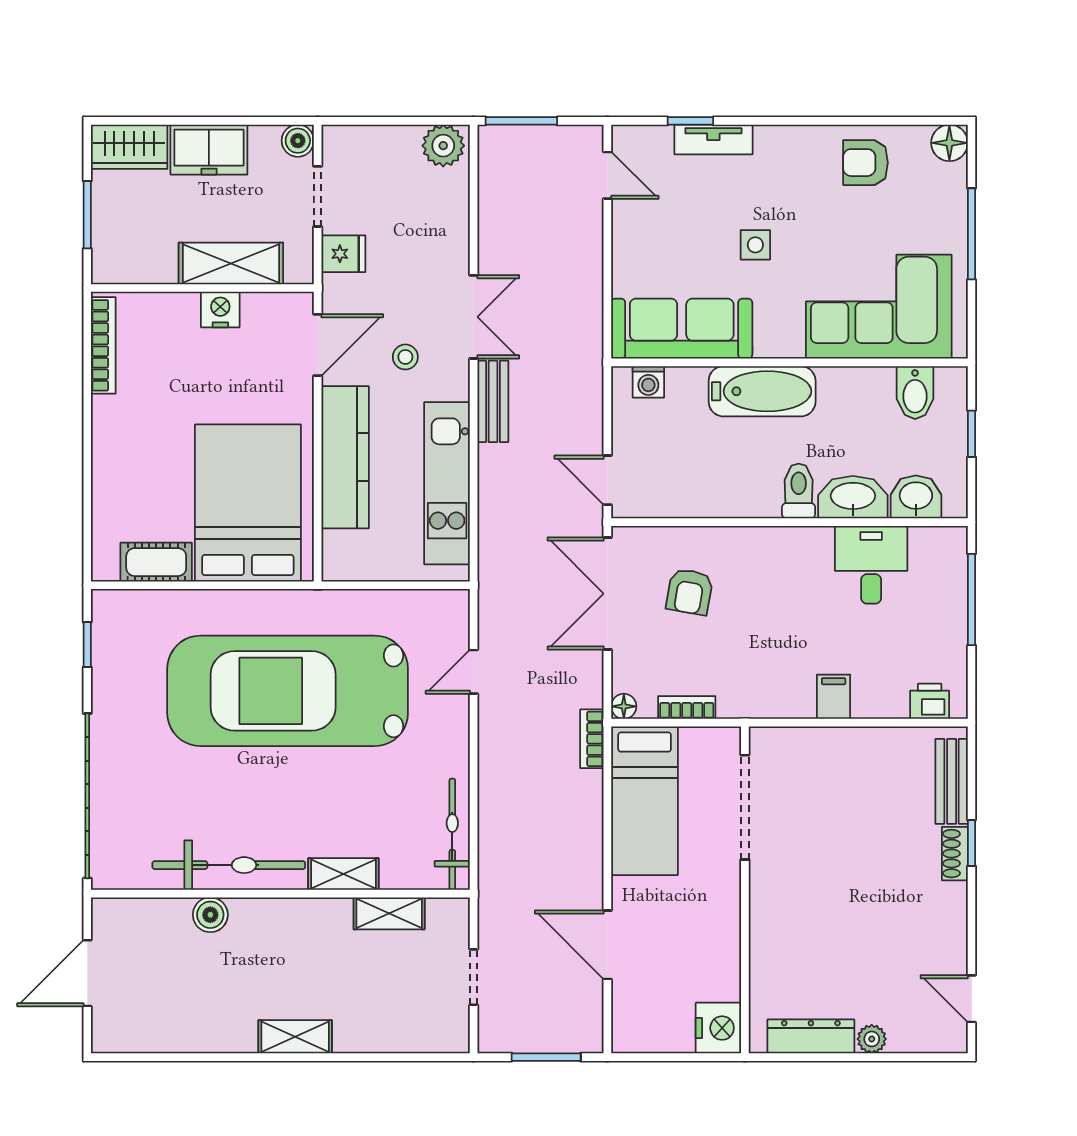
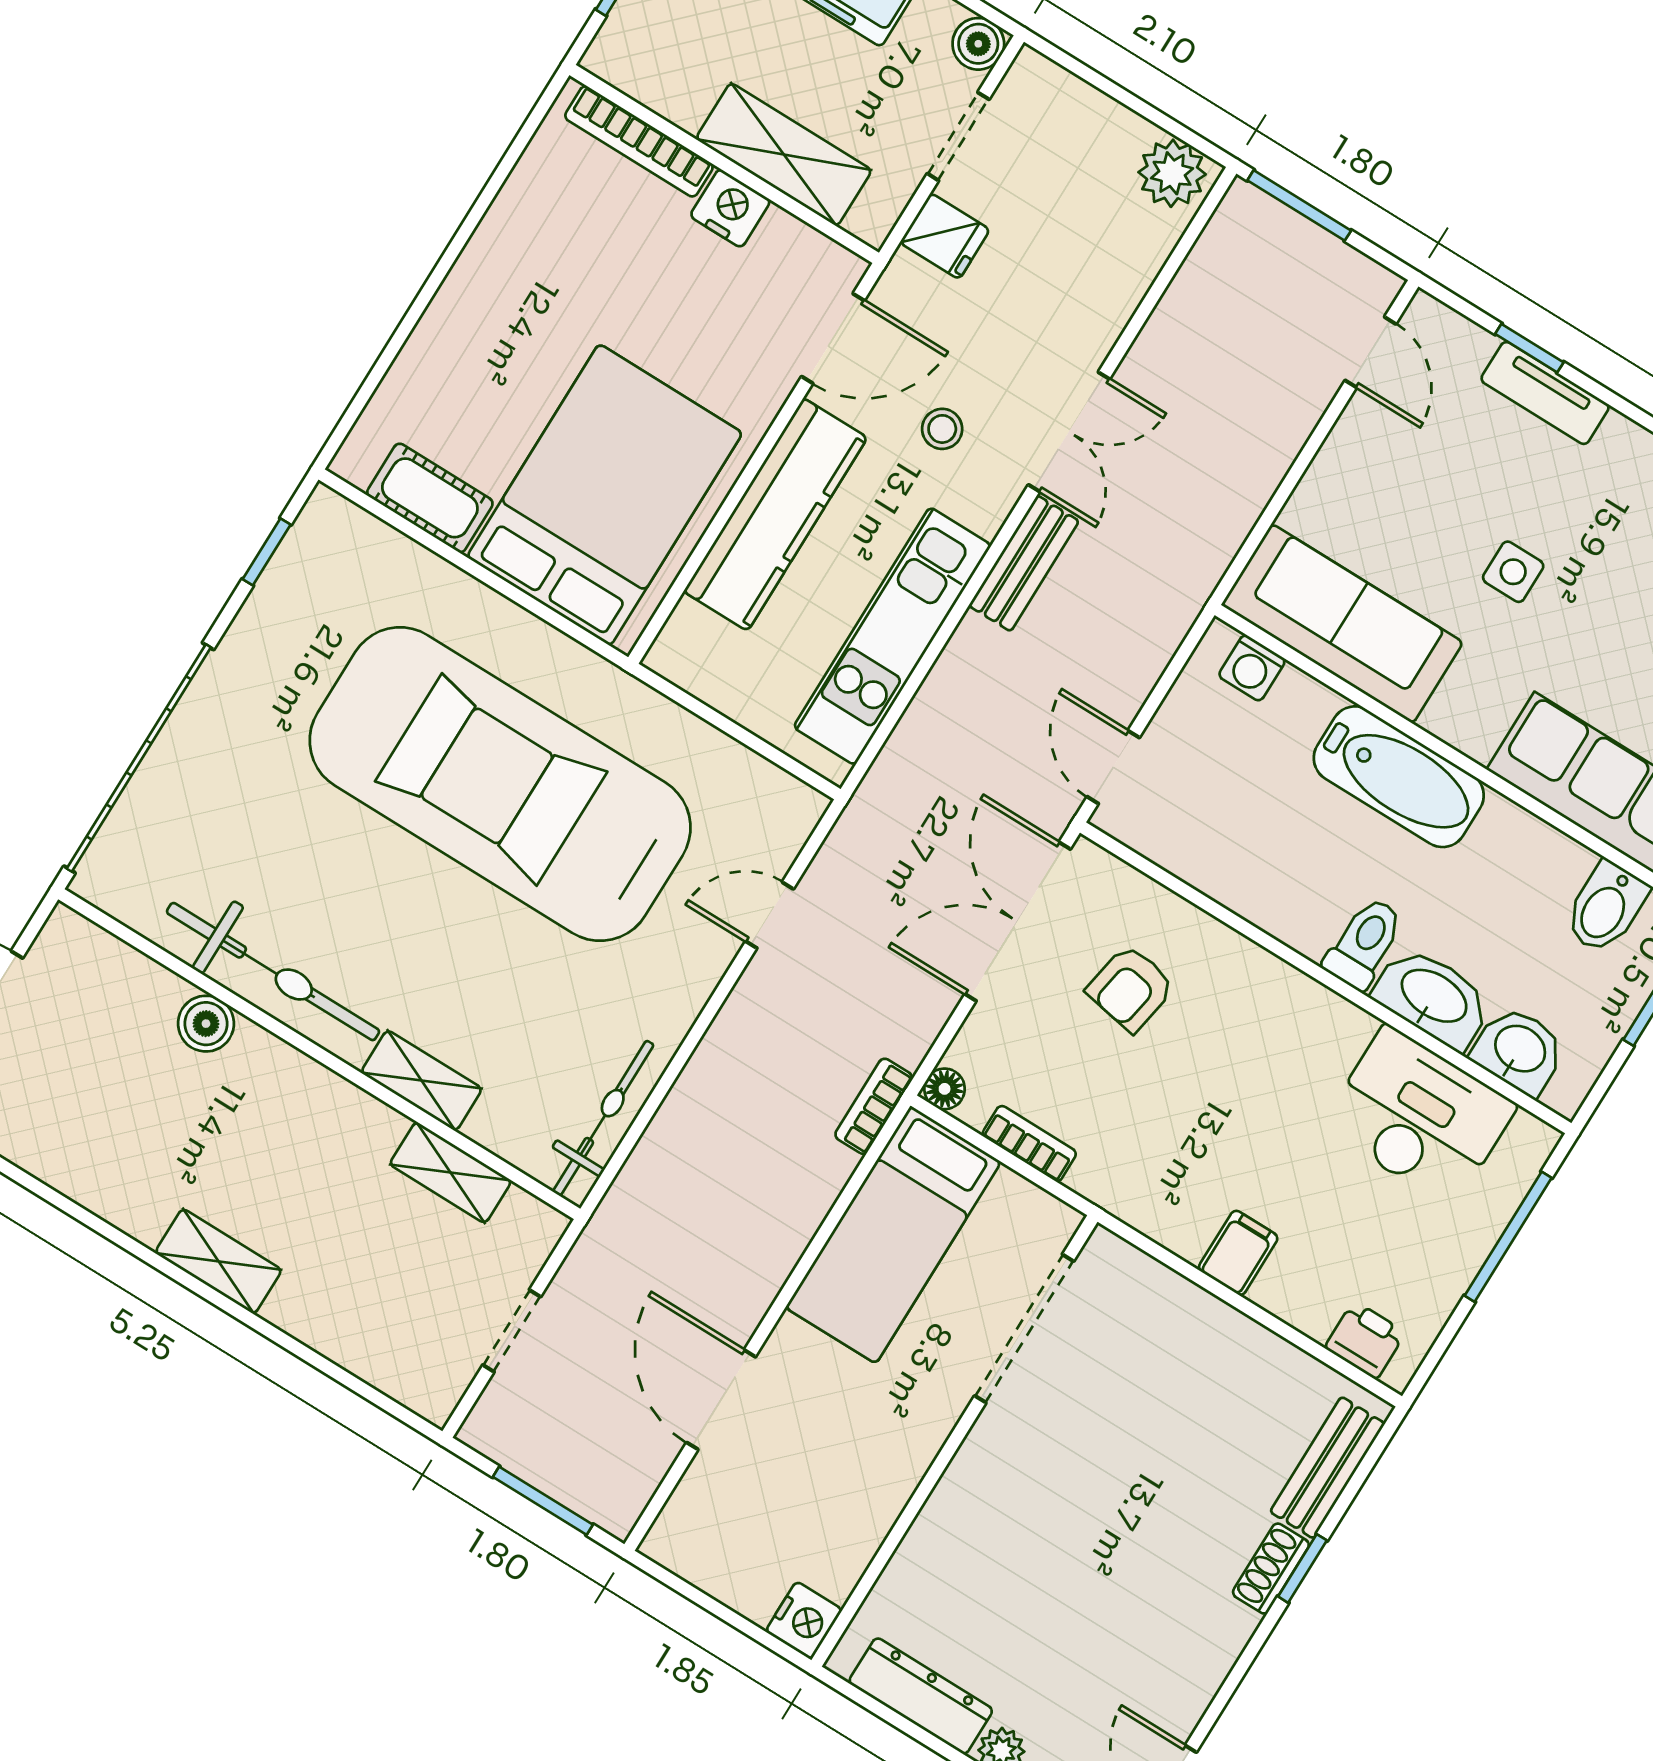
bookcase: (103, 345) -> (639, 141), moved, turned 90
desk: (871, 565) -> (1419, 1116), width x1.37
nightstand: (718, 1028) -> (804, 1620), width x0.74, depth x0.75

